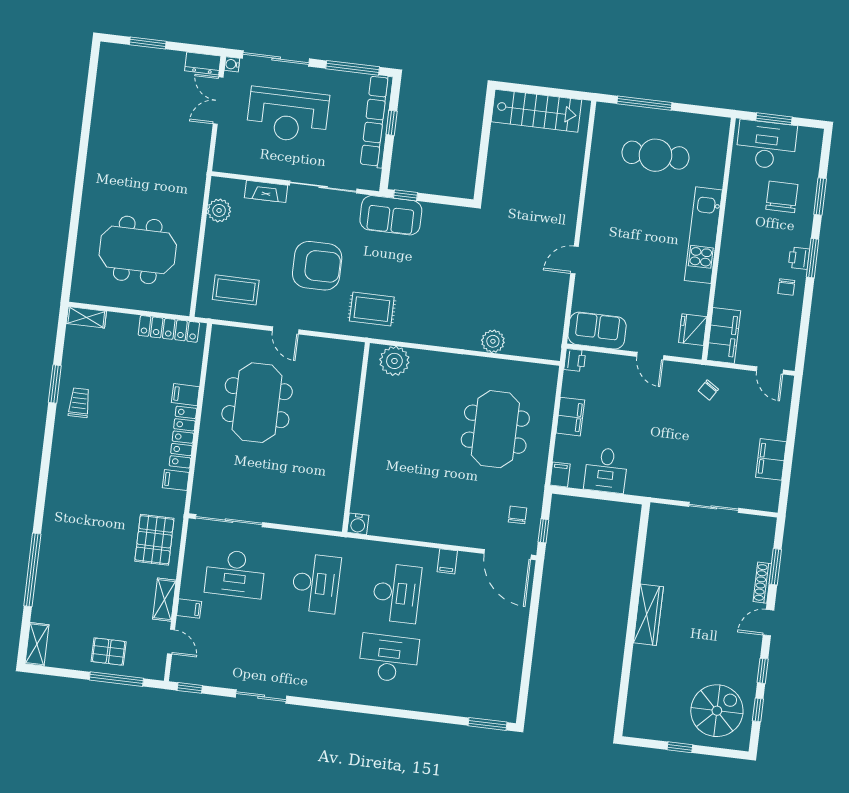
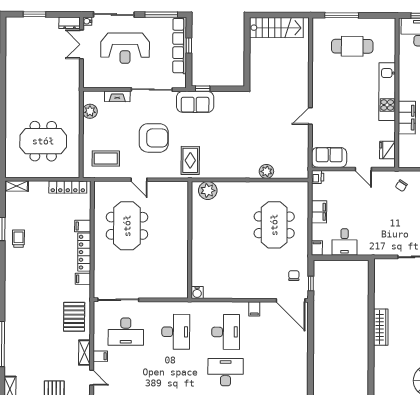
rug: (372, 309) -> (190, 160), turned 90
filing cabinet: (724, 335) -> (407, 118), moved

